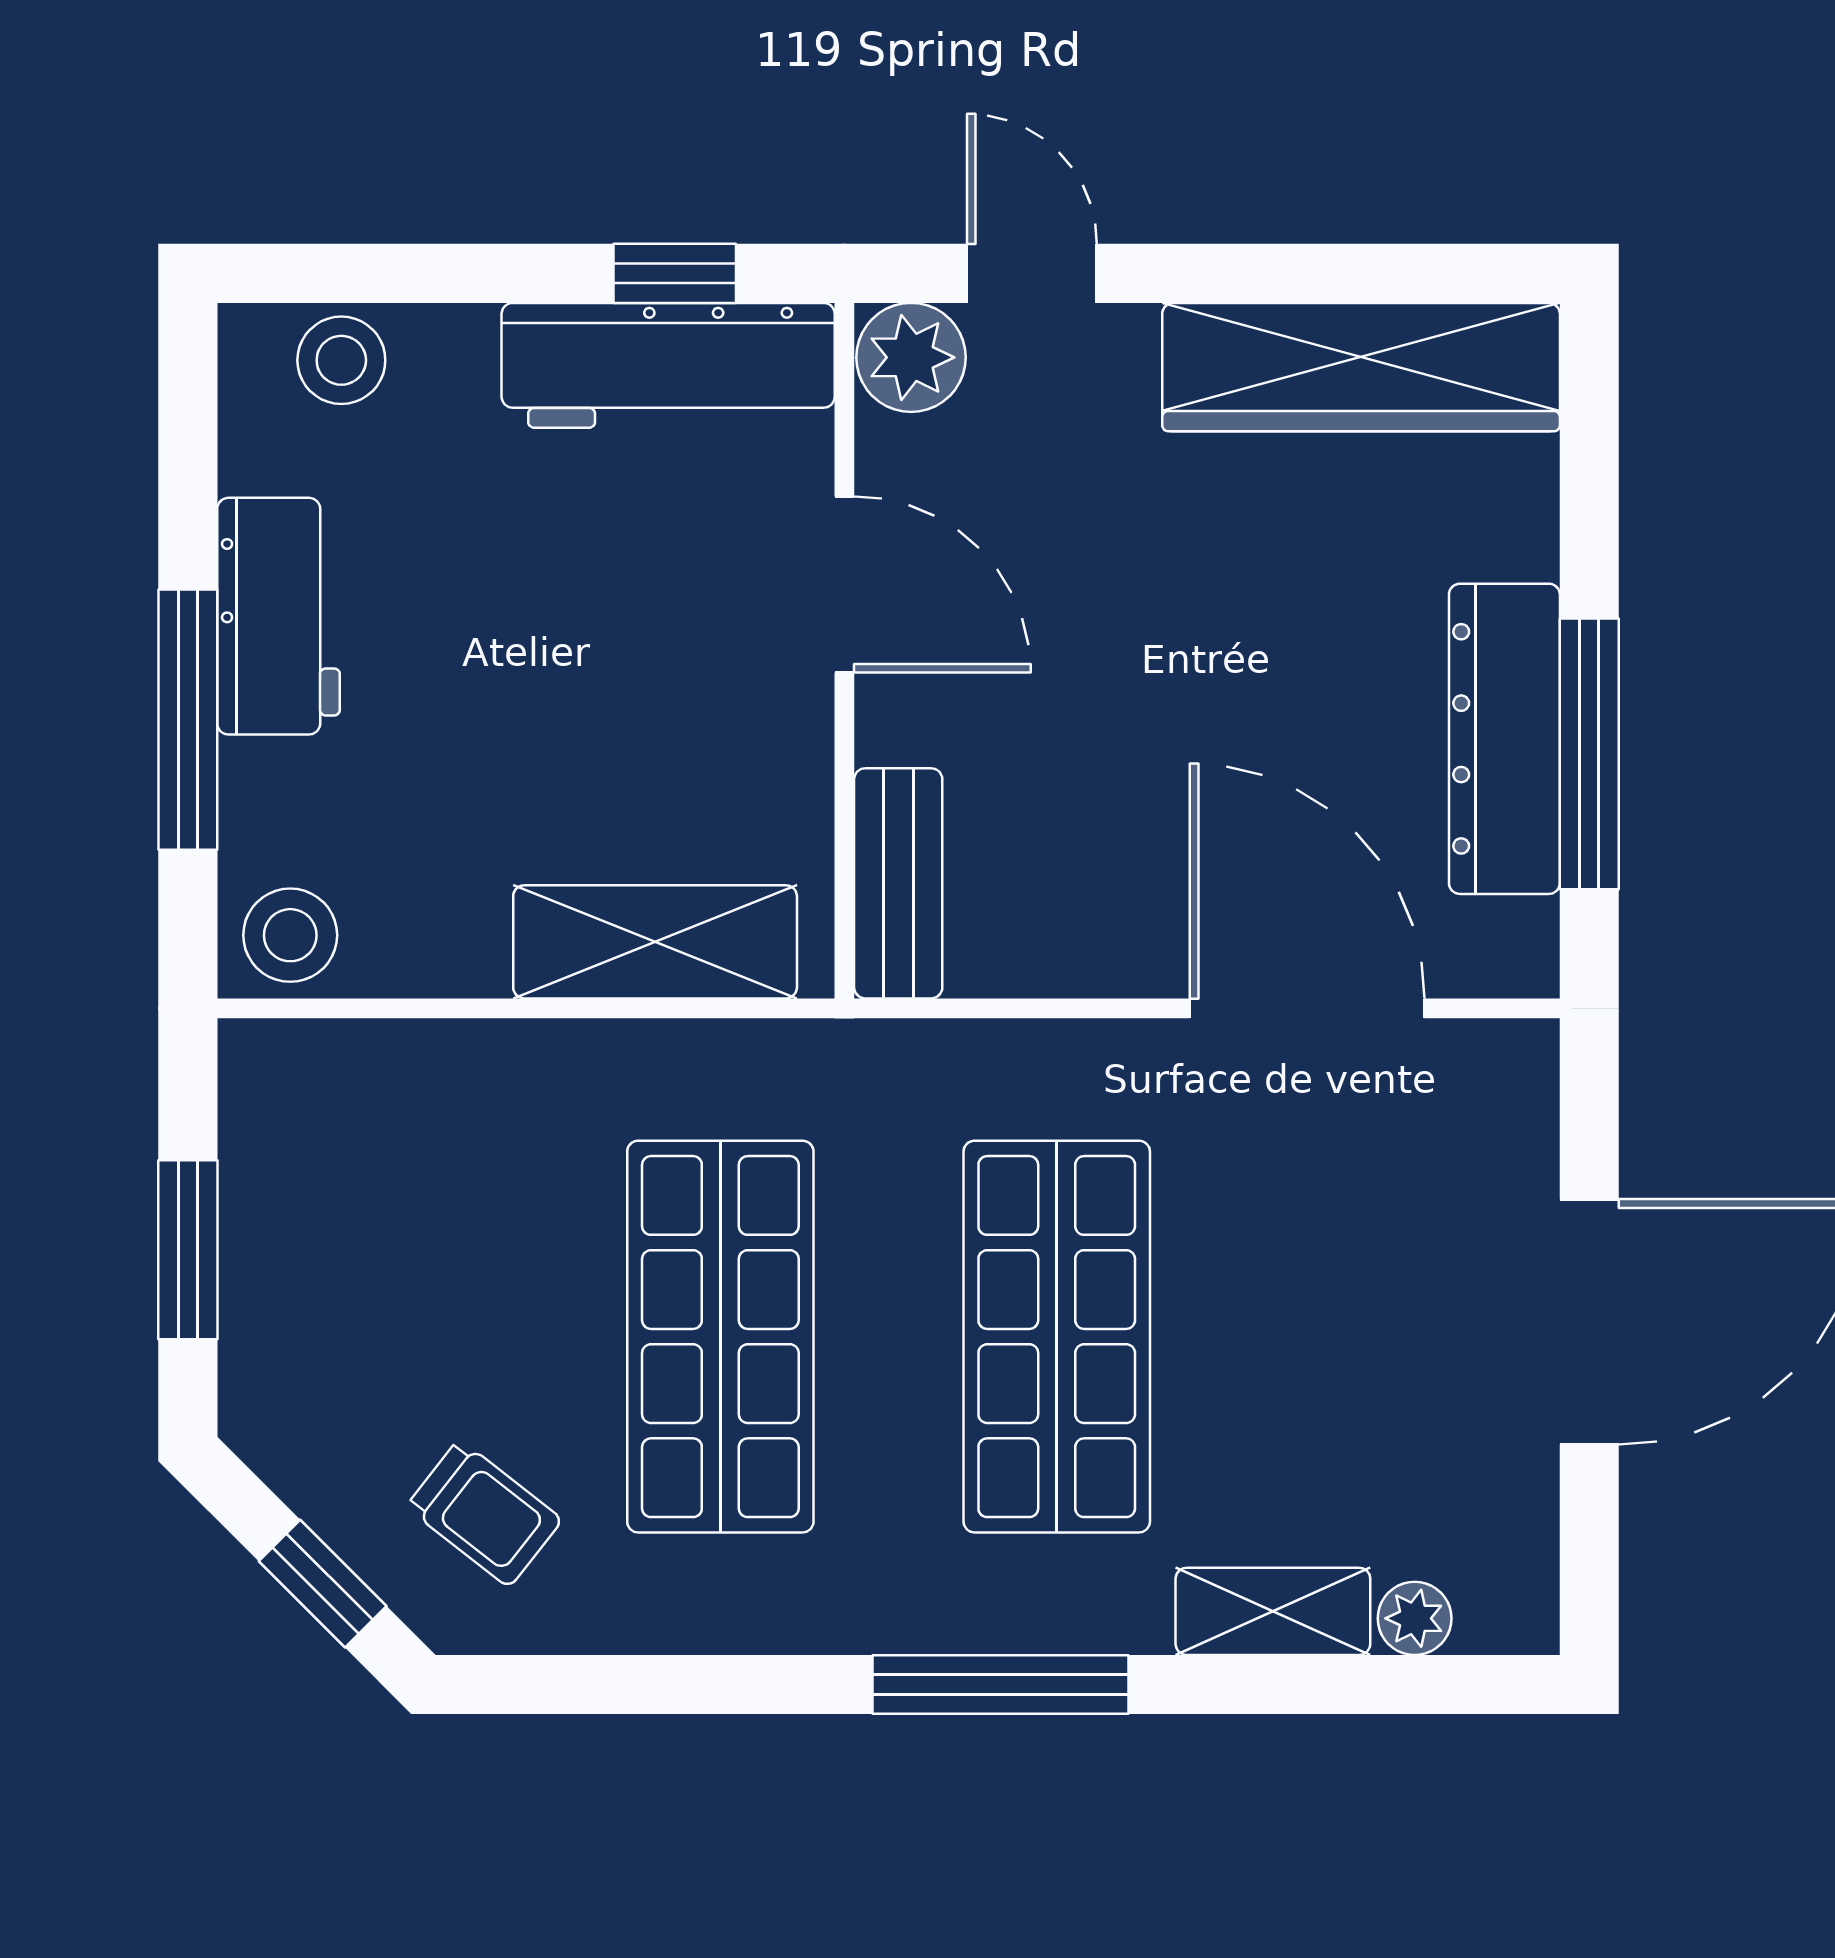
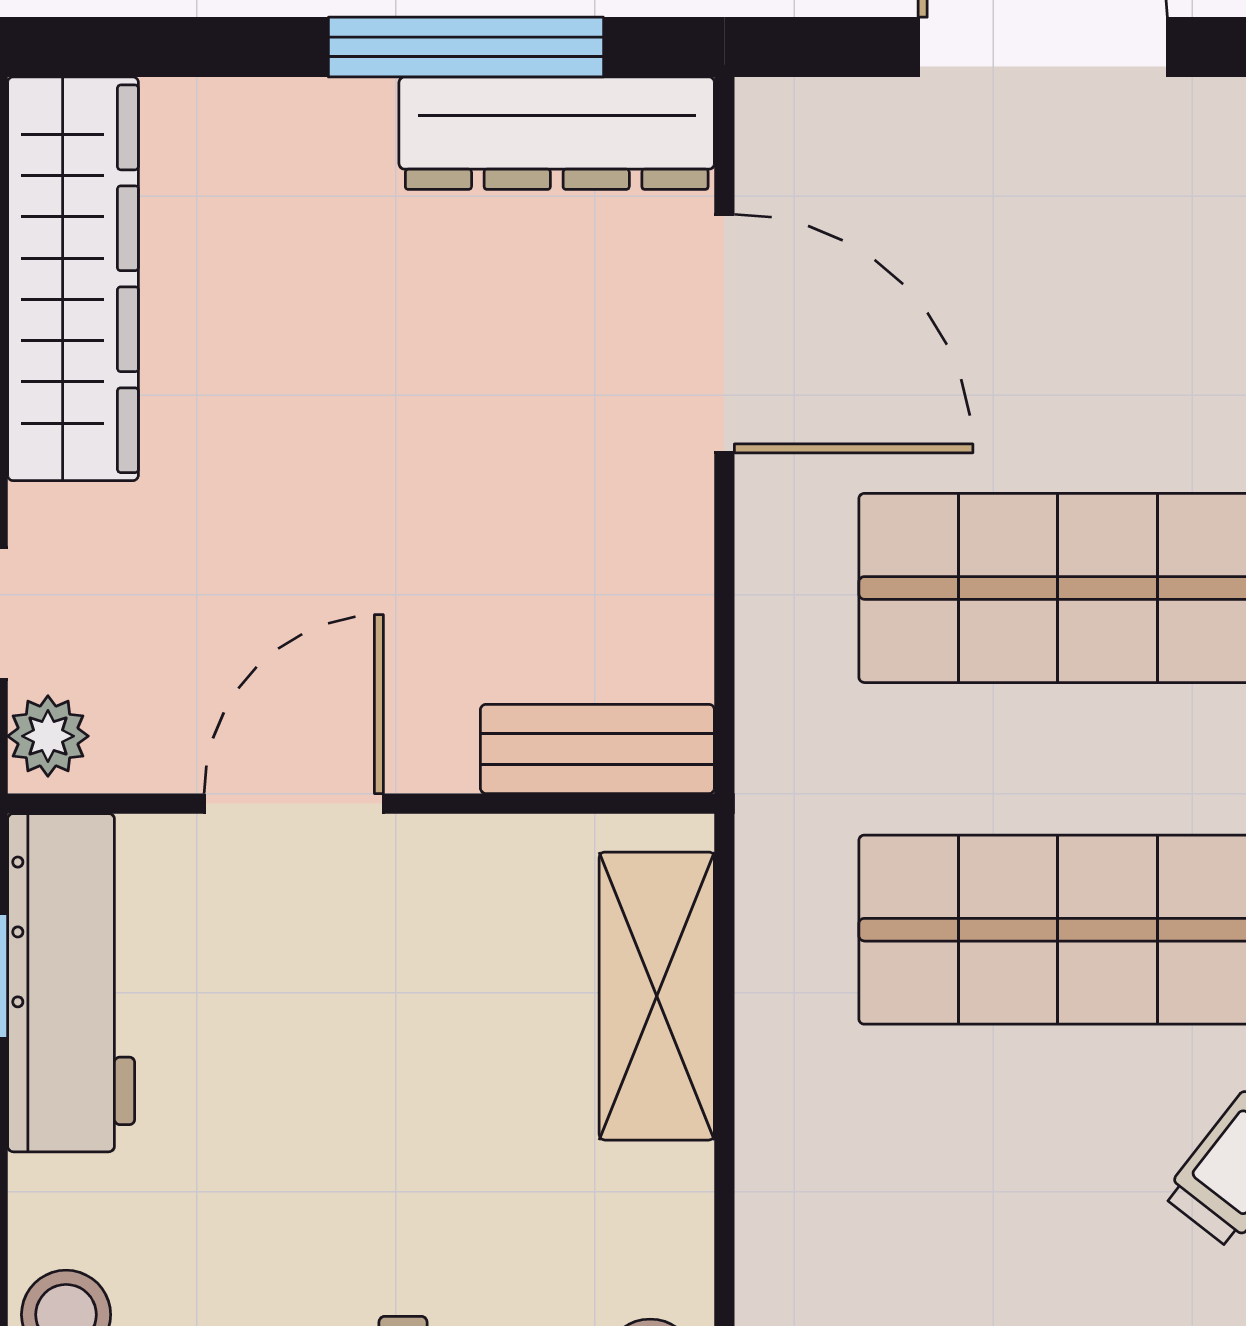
plant: (911, 357) -> (48, 736), width x0.73, depth x0.73
dresser: (1504, 739) -> (557, 133), moved
door: (1307, 1008) -> (724, 334), swing flipped

